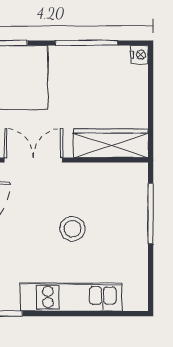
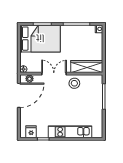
stool: (72, 229) -> (74, 83), moved

